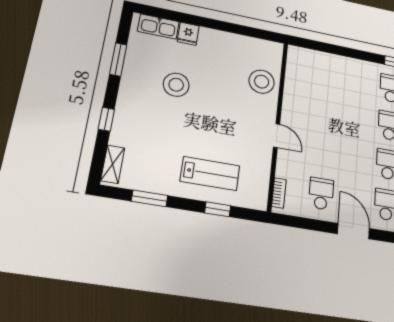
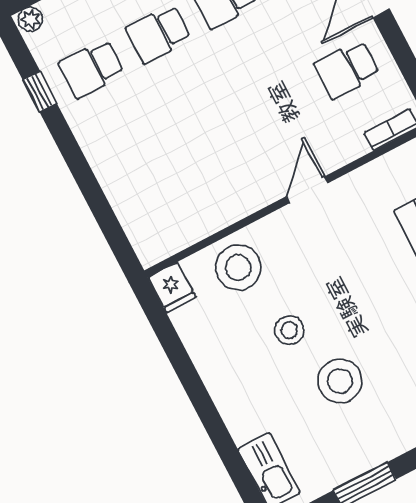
fridge: (188, 34) -> (172, 287), moved, turned 90
stool: (217, 81) -> (289, 330), added

